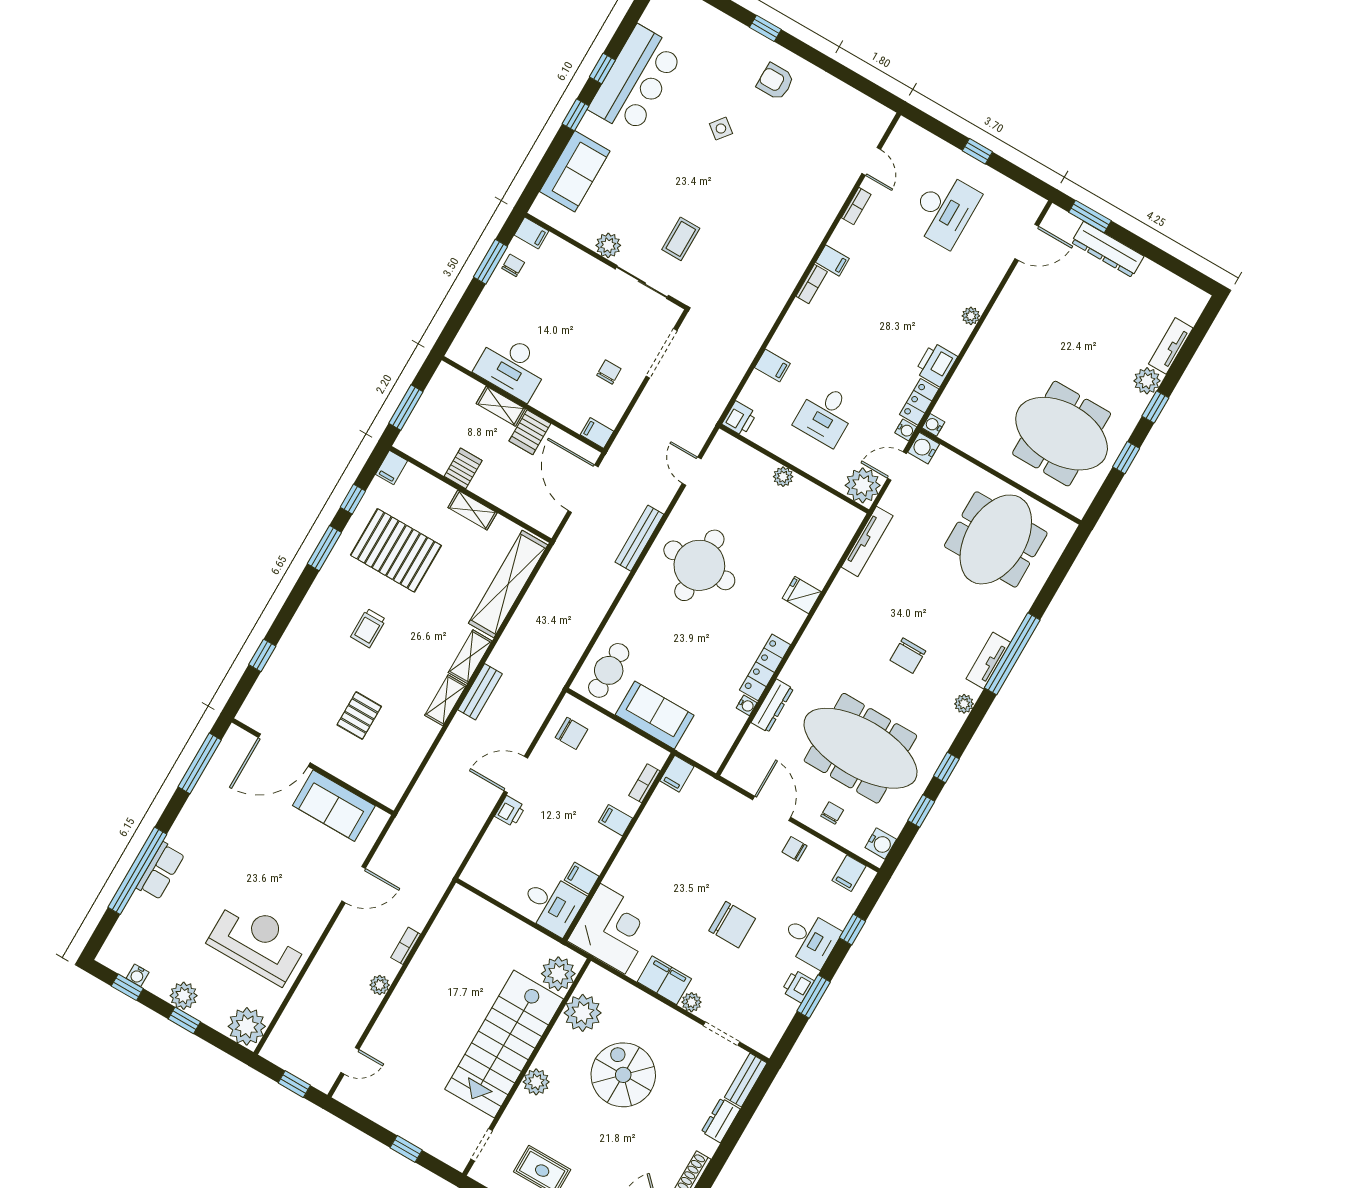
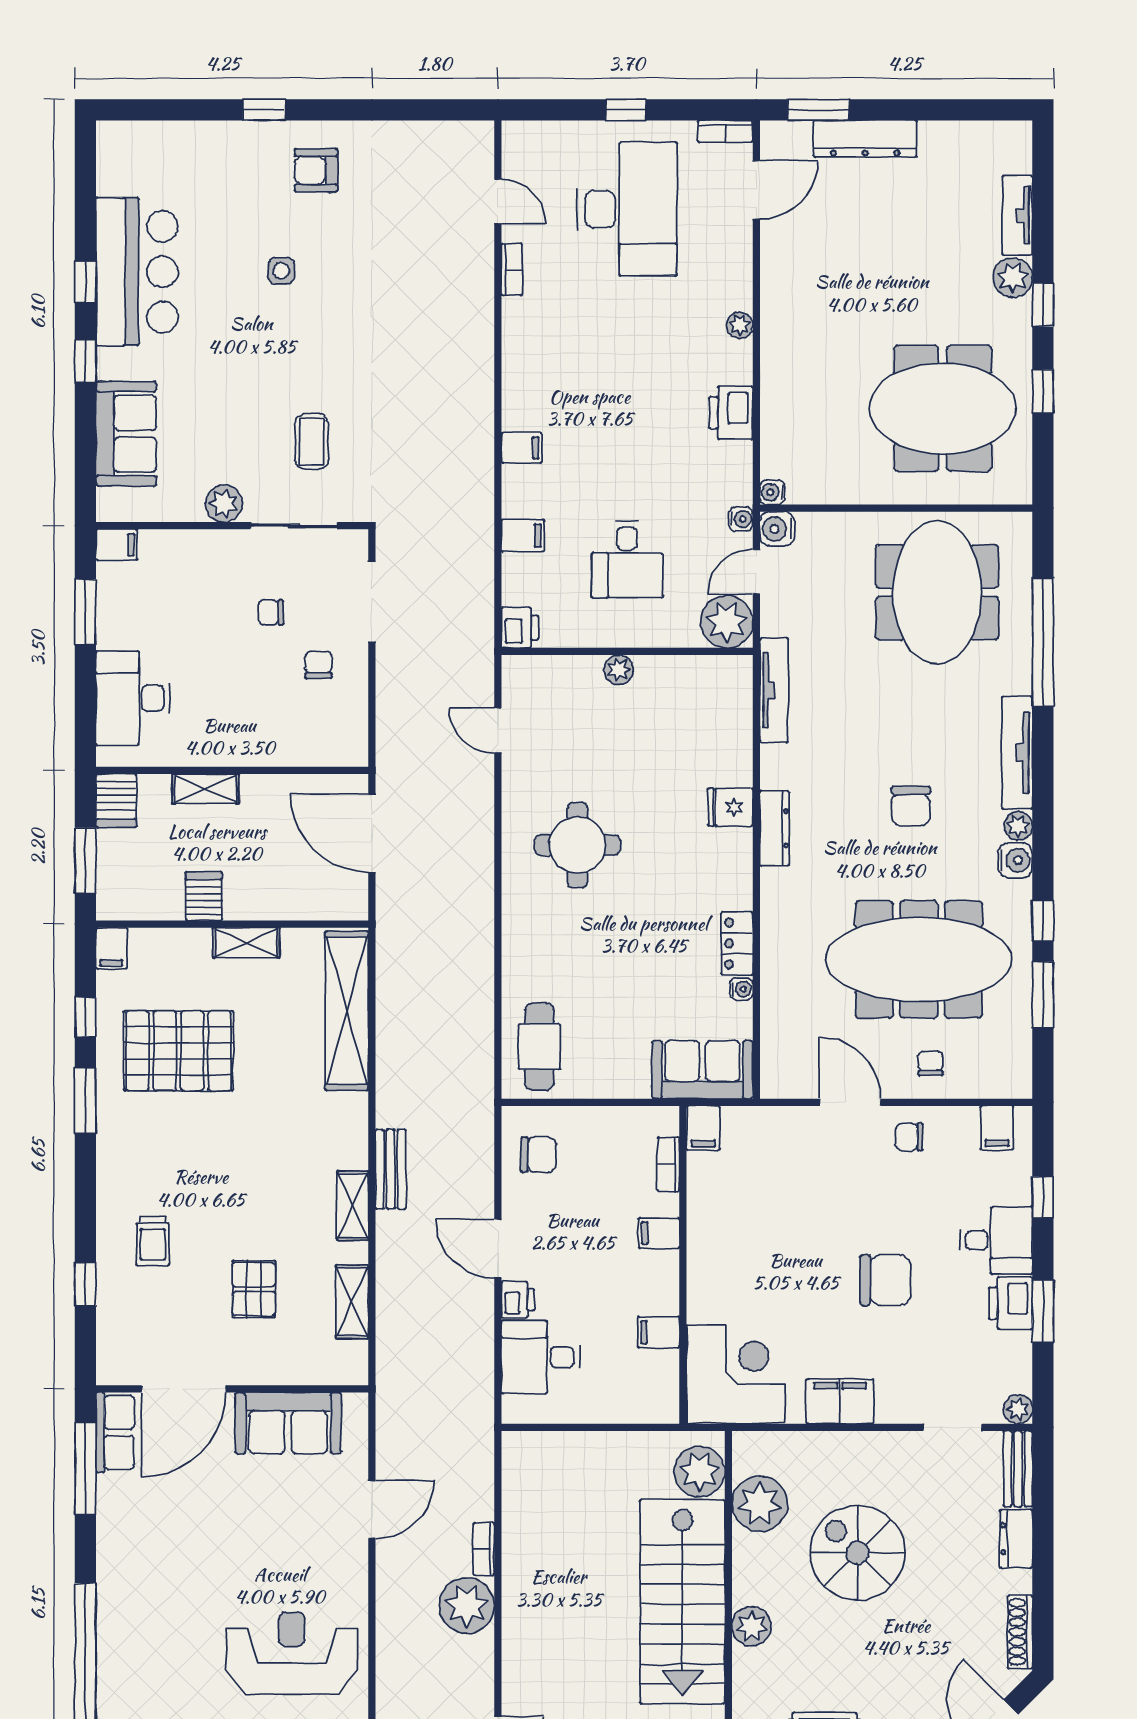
side table: (721, 129) -> (281, 271), turned -38
desk: (944, 210) -> (627, 209), width x1.36, depth x1.30
filing cabinet: (832, 260) -> (522, 448), moved
chair: (513, 265) -> (271, 612), moved, turned -90
bookcase: (812, 284) -> (725, 131), moved, turned 90
desk: (512, 367) -> (133, 698), moved, turned 90
locker: (919, 402) -> (737, 473), removed
server rack: (530, 432) -> (116, 801), moved
filing cabinet: (597, 433) -> (348, 752), removed
bench: (639, 538) -> (481, 855), removed
round table: (699, 565) -> (577, 845), width x0.73, depth x0.73
trolley: (368, 628) -> (153, 1241), moved
window: (1012, 654) -> (1043, 642), moved
shelving: (470, 657) -> (352, 1302), moved
tv unit: (988, 661) -> (1017, 753), width x1.41
locker: (765, 667) -> (737, 943), width x0.66
dresser: (772, 706) -> (775, 828), moved
sofa: (655, 715) -> (702, 1070), moved
door: (516, 774) -> (498, 1248), hinge flipped
window: (921, 811) -> (1043, 995), width x1.50
water cooler: (881, 843) -> (1015, 860), moved
row of seats: (160, 871) -> (115, 1432), moved
desk: (552, 904) -> (541, 1357), moved, turned 180
plant: (380, 985) -> (467, 1606), width x1.87, depth x1.87
printer: (798, 986) -> (1011, 1303), width x1.36, depth x1.24
plant: (692, 1002) -> (1018, 1409), moved

